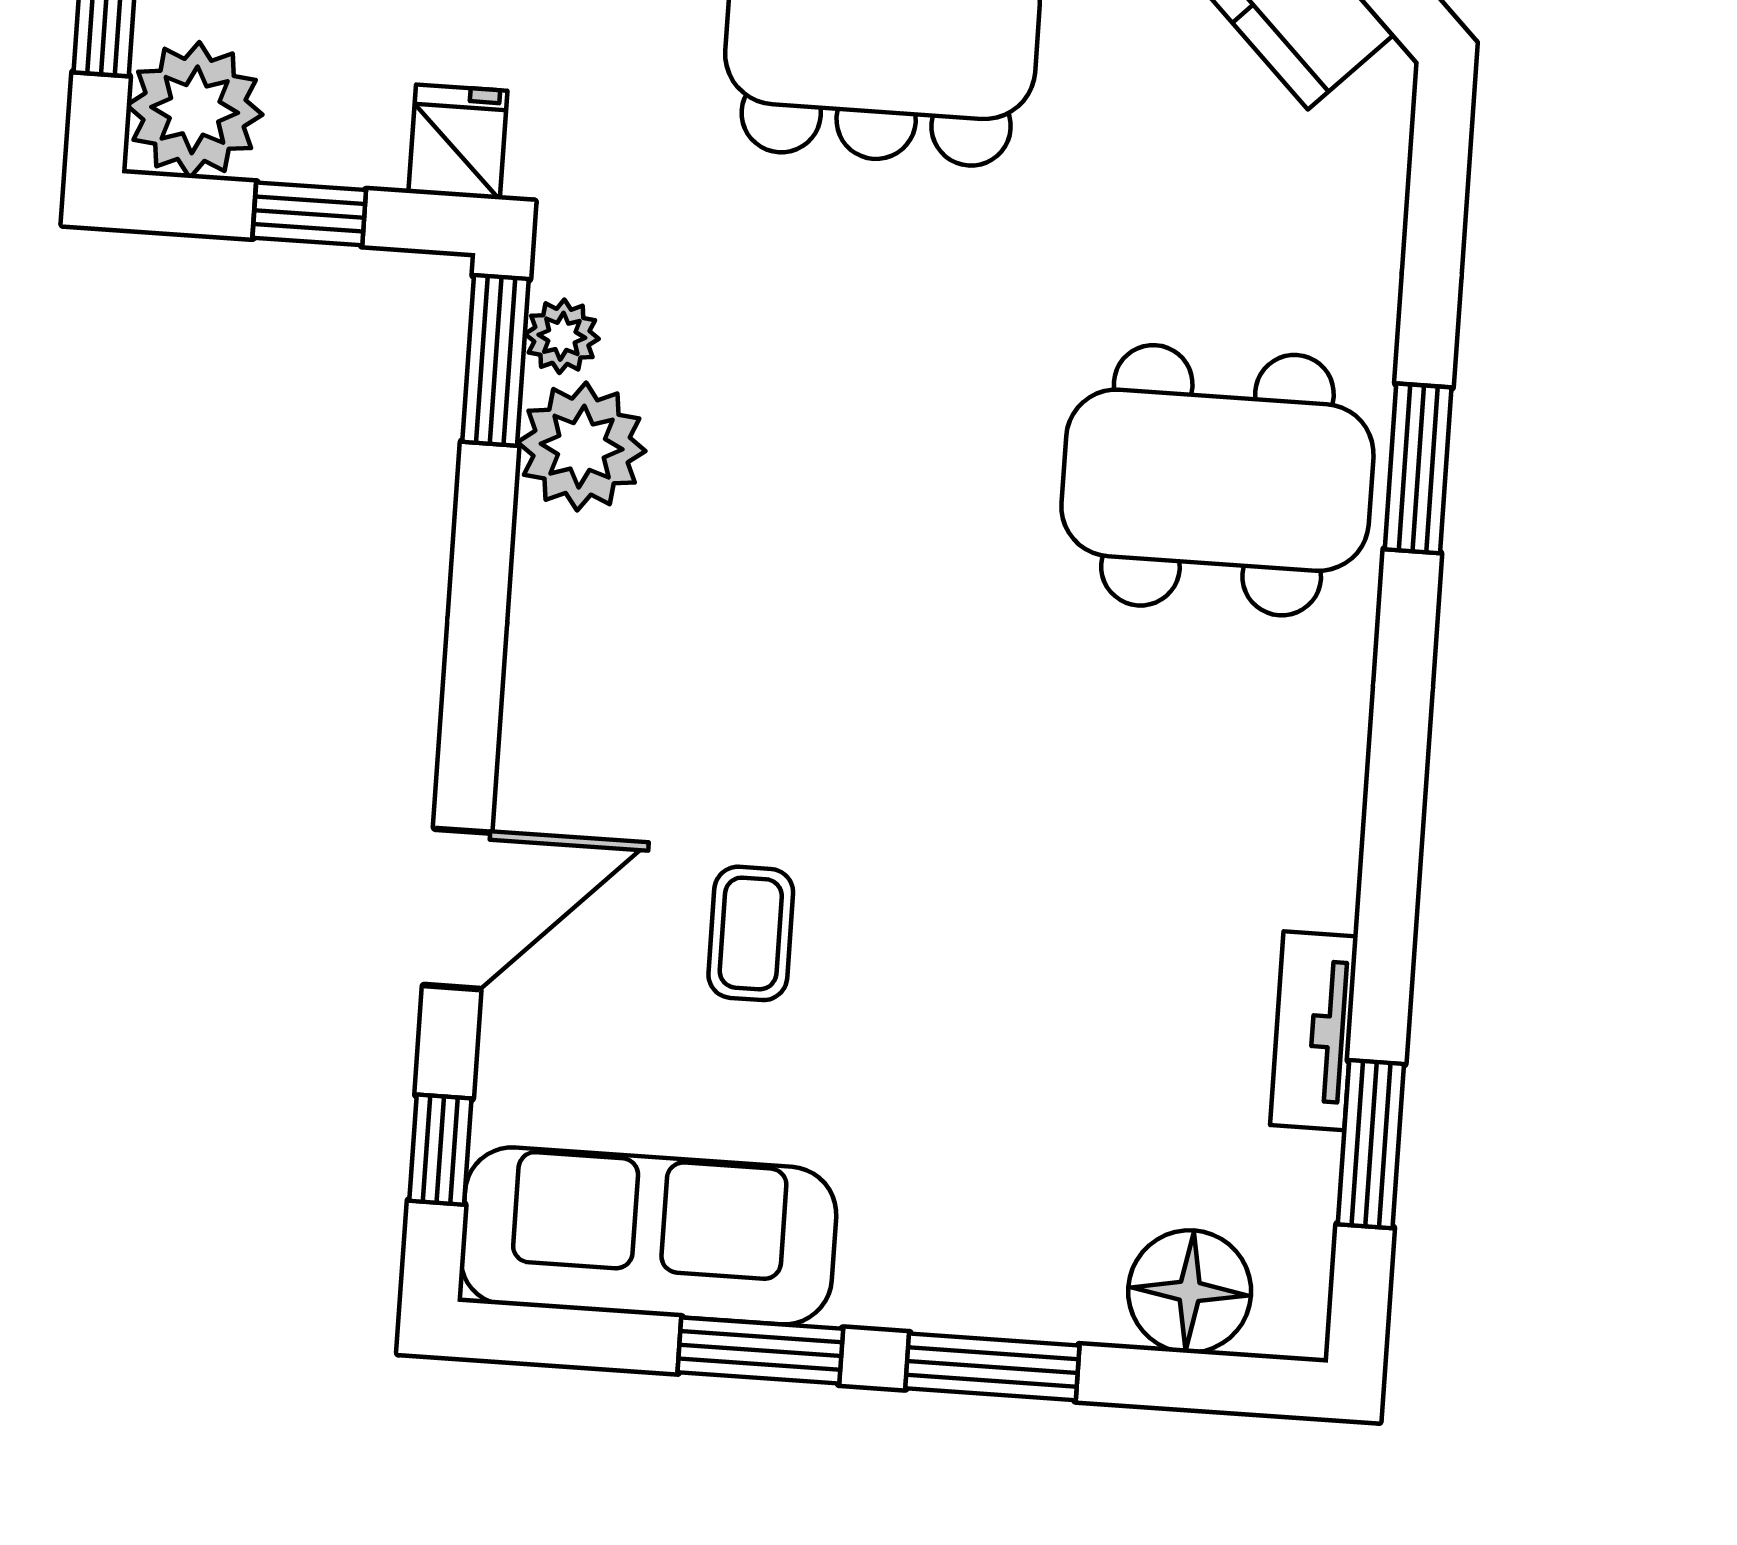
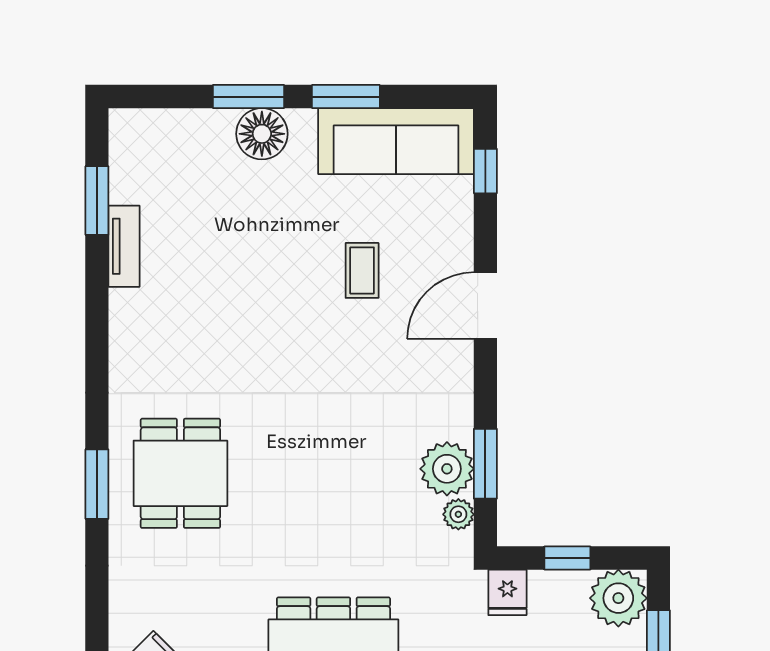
window: (496, 360) -> (485, 464), moved
dining table: (1217, 480) -> (180, 473), width x0.73
door: (457, 909) -> (485, 306), moved
floor lamp: (1190, 1291) -> (262, 134), moved

